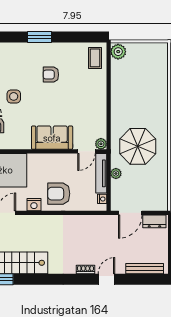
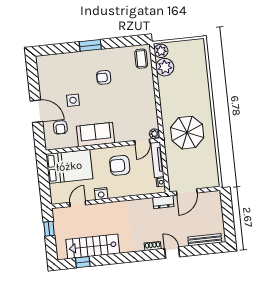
sofa: (52, 138) -> (96, 135), moved
plant: (116, 173) -> (165, 67), moved, width x1.88, depth x1.88
armchair: (59, 194) -> (120, 165), moved
dresser: (154, 221) -> (163, 202), moved
door: (106, 279) -> (172, 253), hinge flipped

